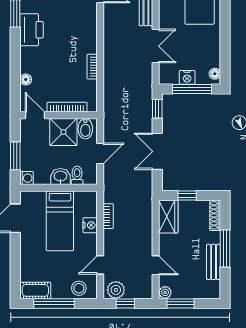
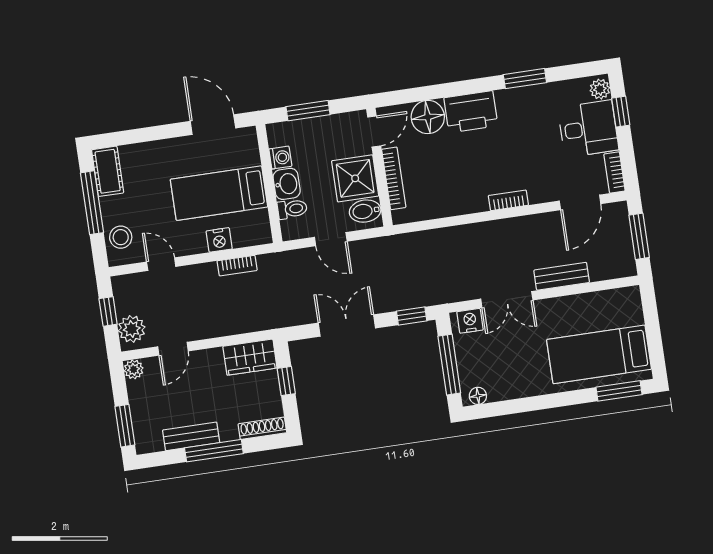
printer: (32, 30) -> (471, 112), moved
bookcase: (92, 67) -> (508, 200), moved
nightstand: (187, 77) -> (470, 321), moved, turned 90
floor lamp: (26, 79) -> (428, 117), width x1.89, depth x1.89
washing machine: (27, 178) -> (280, 158), moved, turned -90
plant: (116, 290) -> (132, 329), moved
window: (181, 303) -> (125, 426), moved

